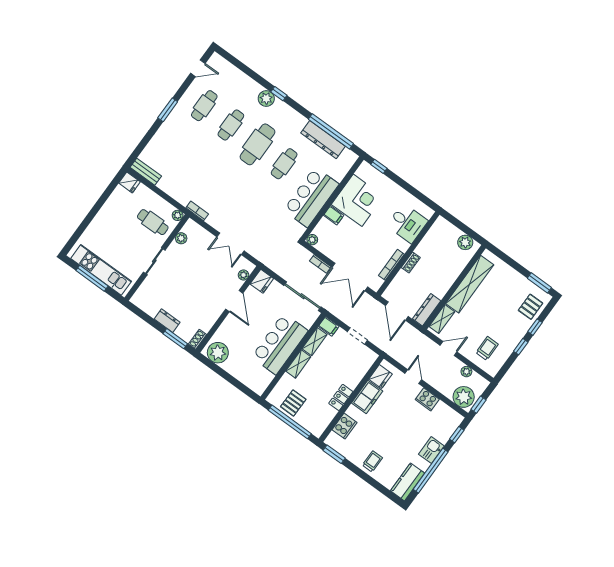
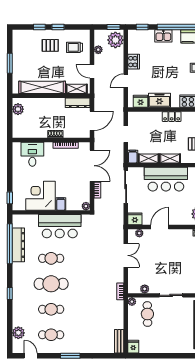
plant: (266, 99) -> (18, 333), moved
window: (539, 283) -> (10, 63), moved
pallet: (531, 307) -> (50, 45), moved

